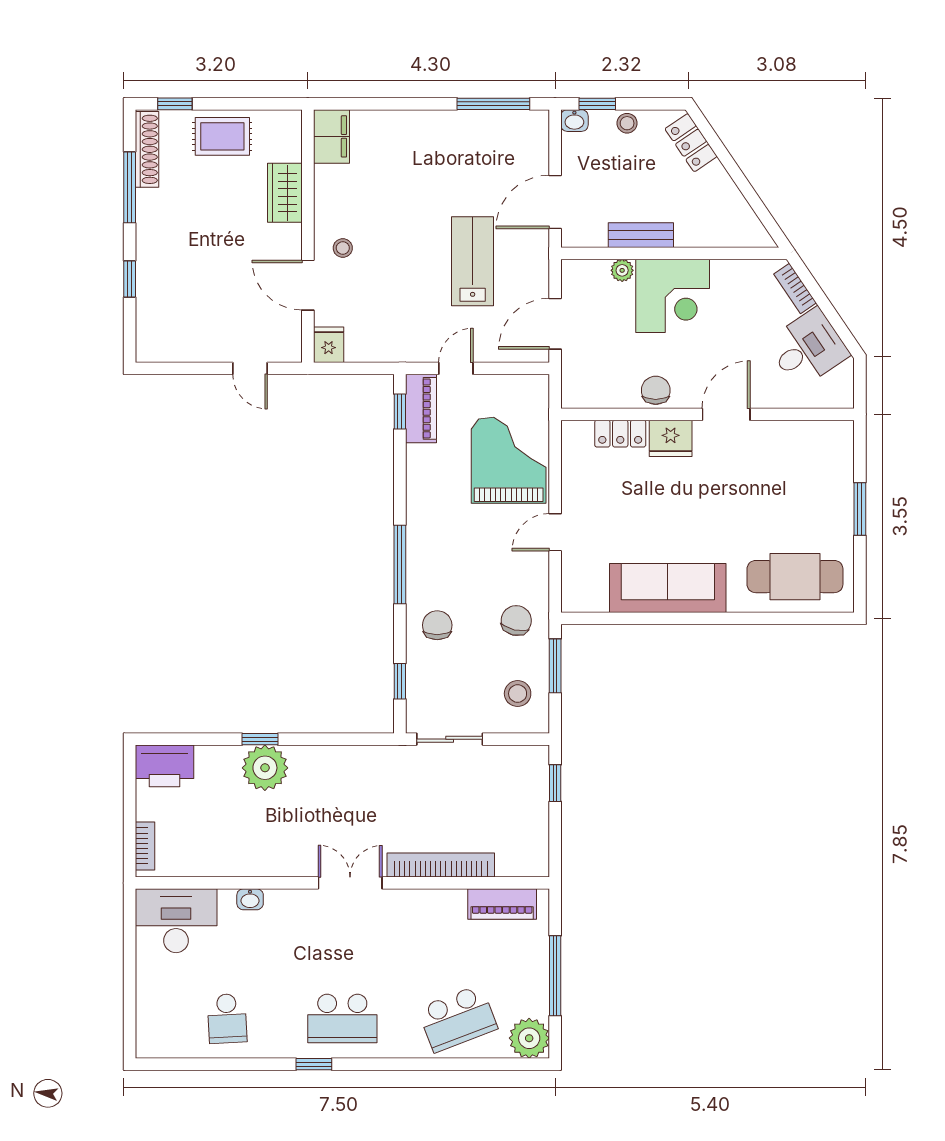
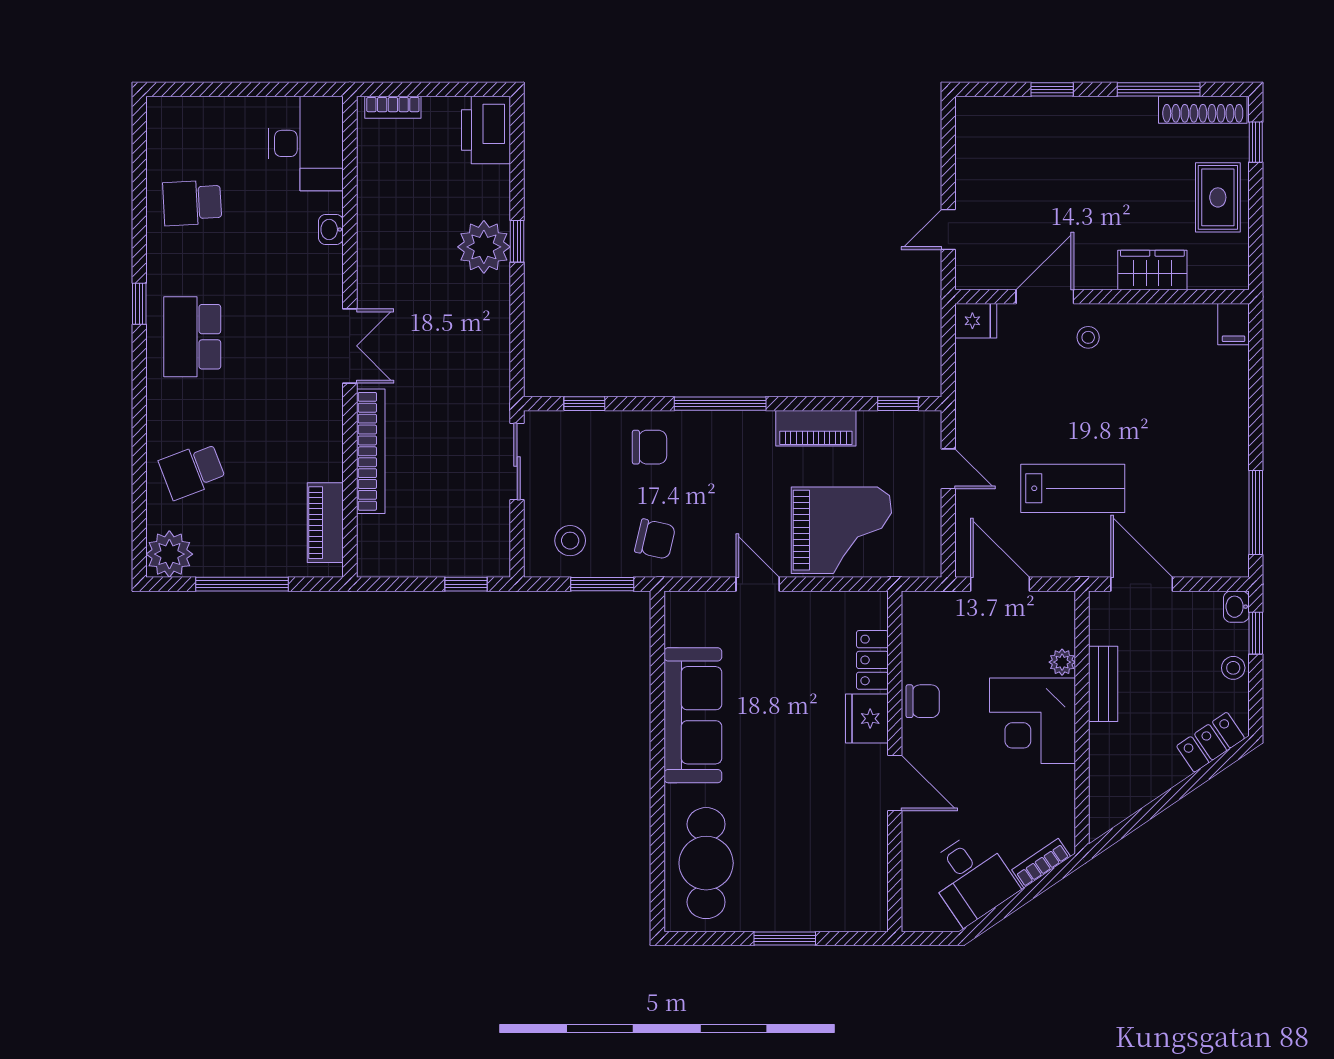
filing cabinet: (331, 136) -> (1234, 324), width x0.50
piano: (421, 408) -> (816, 428), moved
school desk: (457, 1019) -> (192, 471), width x0.54

